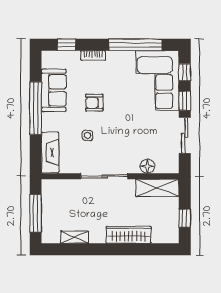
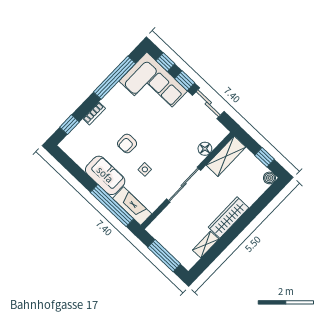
sofa: (54, 90) -> (105, 175), moved
window: (36, 108) -> (112, 206), moved
wardrobe: (129, 235) -> (229, 218), moved
boiler: (173, 237) -> (270, 178), added

